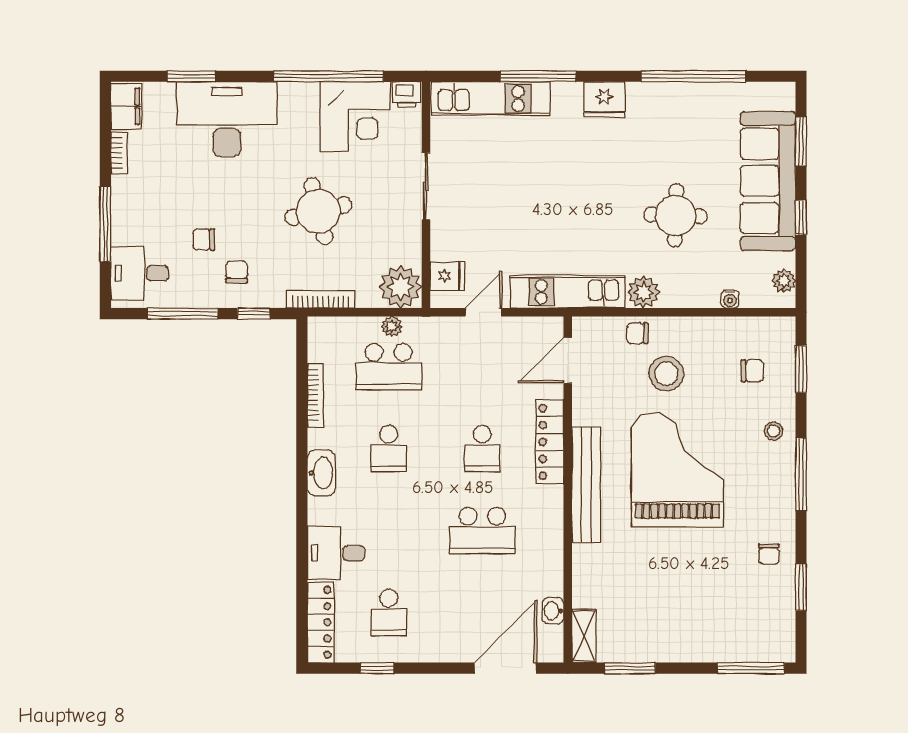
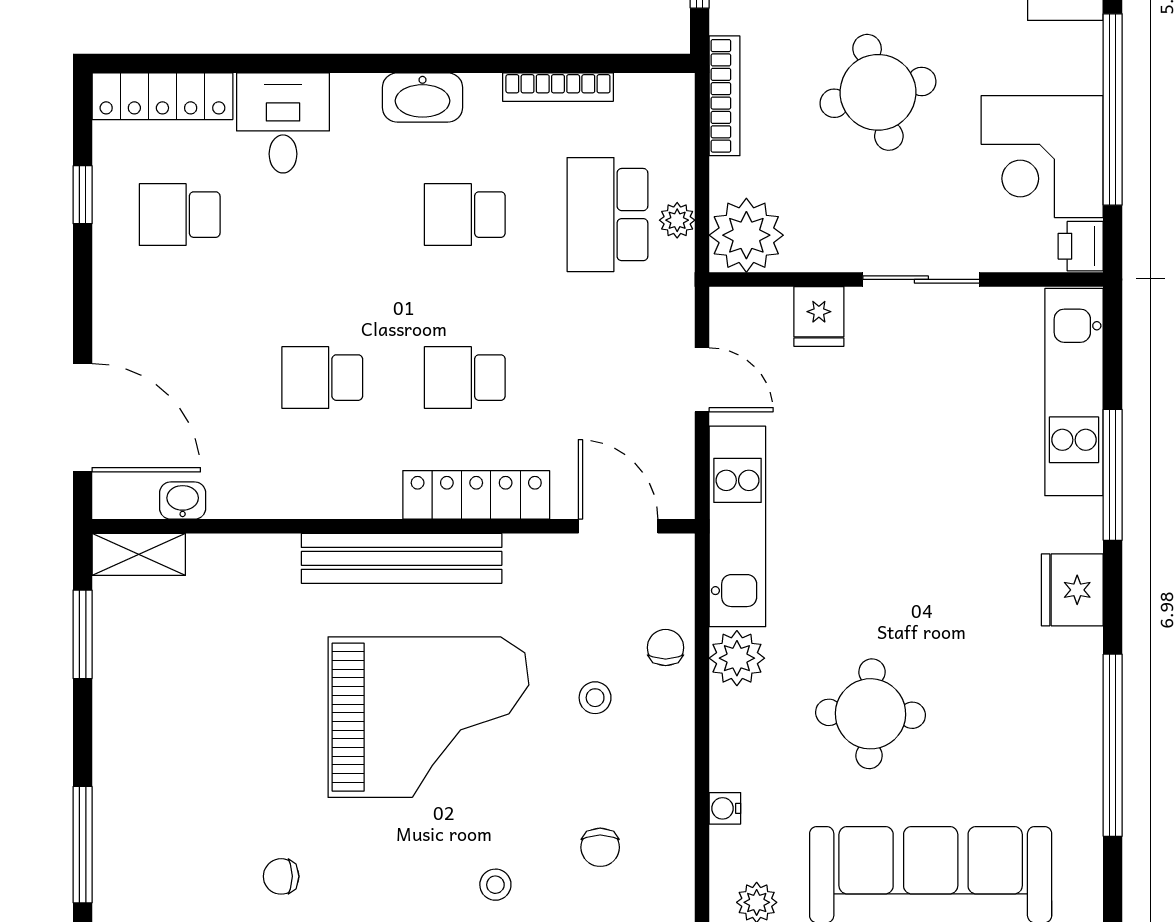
fridge: (447, 276) -> (819, 316), moved
stool: (666, 374) -> (595, 698), width x0.53, depth x0.53
school desk: (482, 530) -> (322, 378), width x0.54

